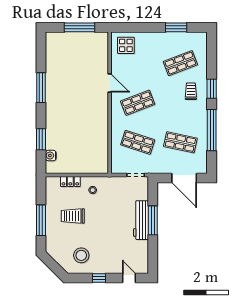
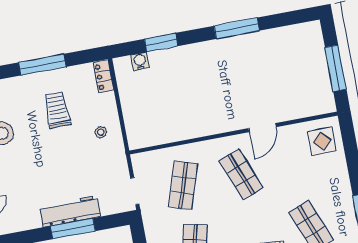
locker: (70, 181) -> (103, 77), moved

